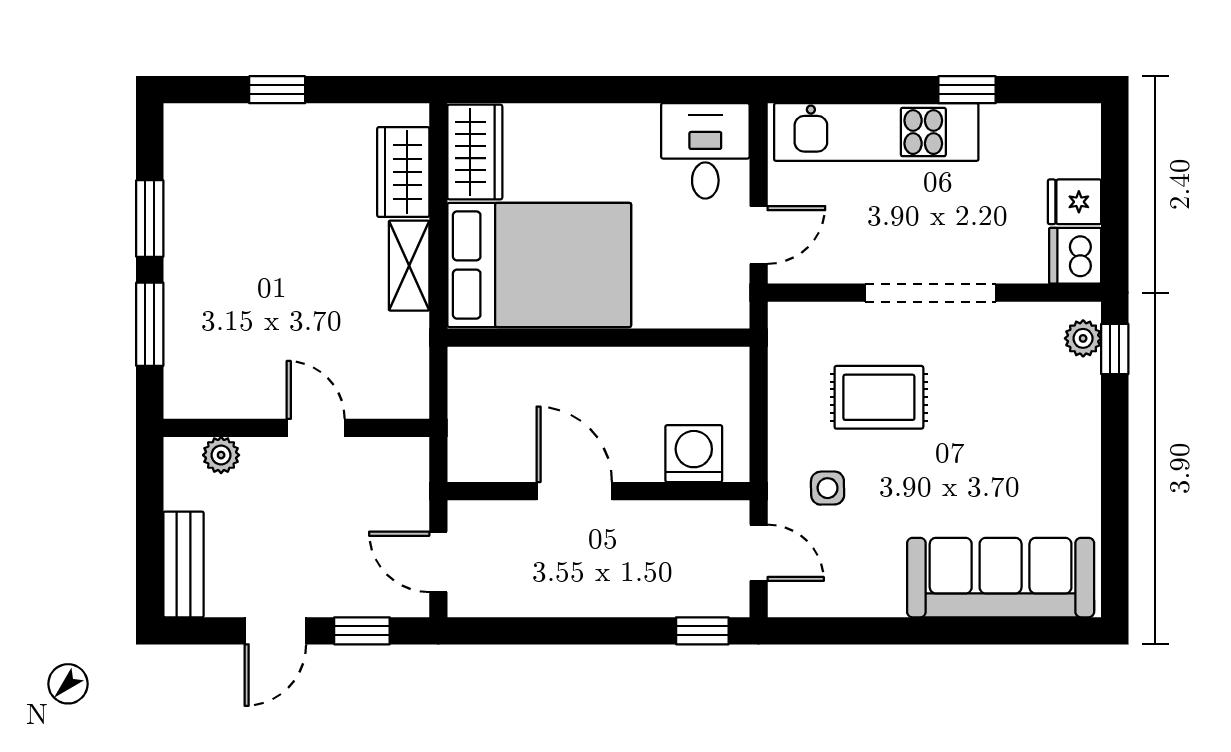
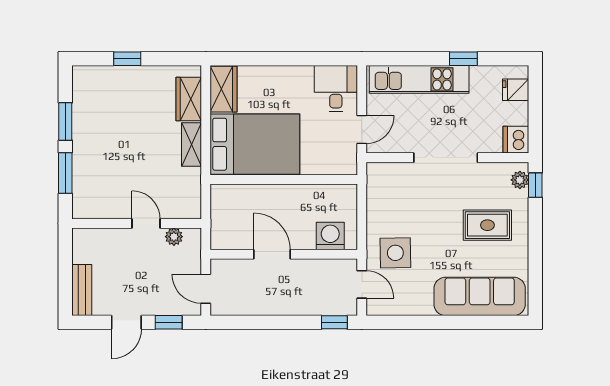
fridge: (1075, 202) -> (516, 90), moved
rug: (879, 397) -> (487, 225), moved
plant: (221, 455) -> (174, 237), moved
side table: (828, 488) -> (395, 253), width x1.87, depth x1.87

